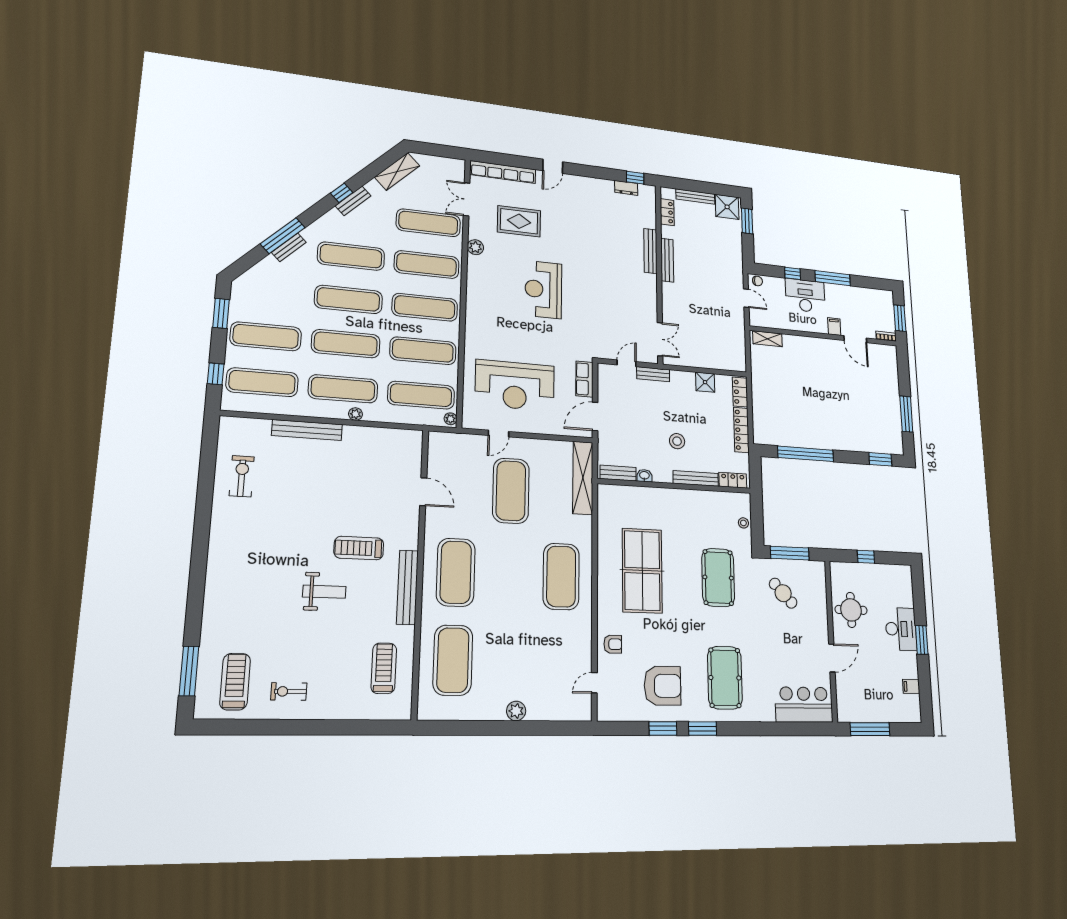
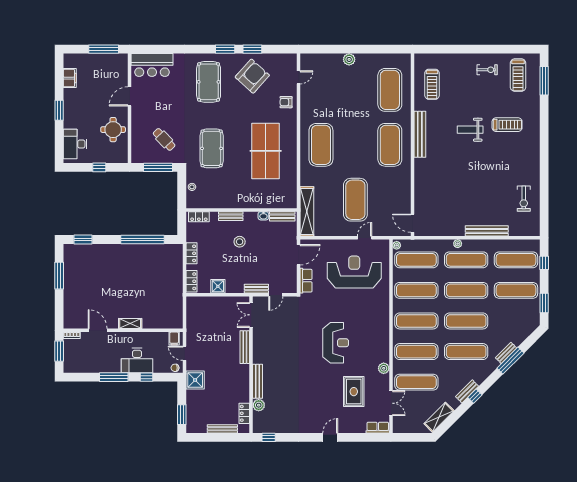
row of seats: (503, 172) -> (378, 428), width x0.50
dresser: (626, 188) -> (275, 428), removed
shower: (727, 207) -> (195, 380), moved
plant: (649, 220) -> (259, 405), added
rug: (519, 221) -> (354, 392), turned 90
bench: (667, 260) -> (245, 347), moved
filing cabinet: (834, 327) -> (174, 339), moved
shelving: (767, 339) -> (130, 324), moved
locker: (741, 430) -> (191, 253), width x0.66
bench: (696, 478) -> (231, 216), width x0.73
door: (423, 492) -> (412, 223), moved
treadmill: (359, 548) -> (507, 125), moved
desk: (901, 629) -> (75, 144), moved
armchair: (663, 686) -> (252, 76), turned 132
filing cabinet: (911, 686) -> (70, 78), width x2.00

